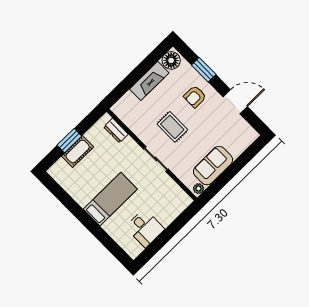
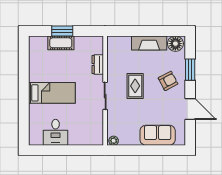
armchair: (195, 97) -> (168, 81), turned 152
dresser: (116, 130) -> (98, 65), moved
sofa: (213, 166) -> (158, 135), moved

